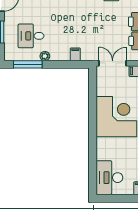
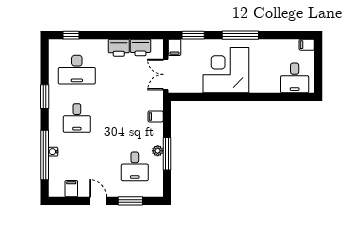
window: (28, 64) -> (167, 154), moved
desk: (109, 178) -> (295, 78), width x0.73

